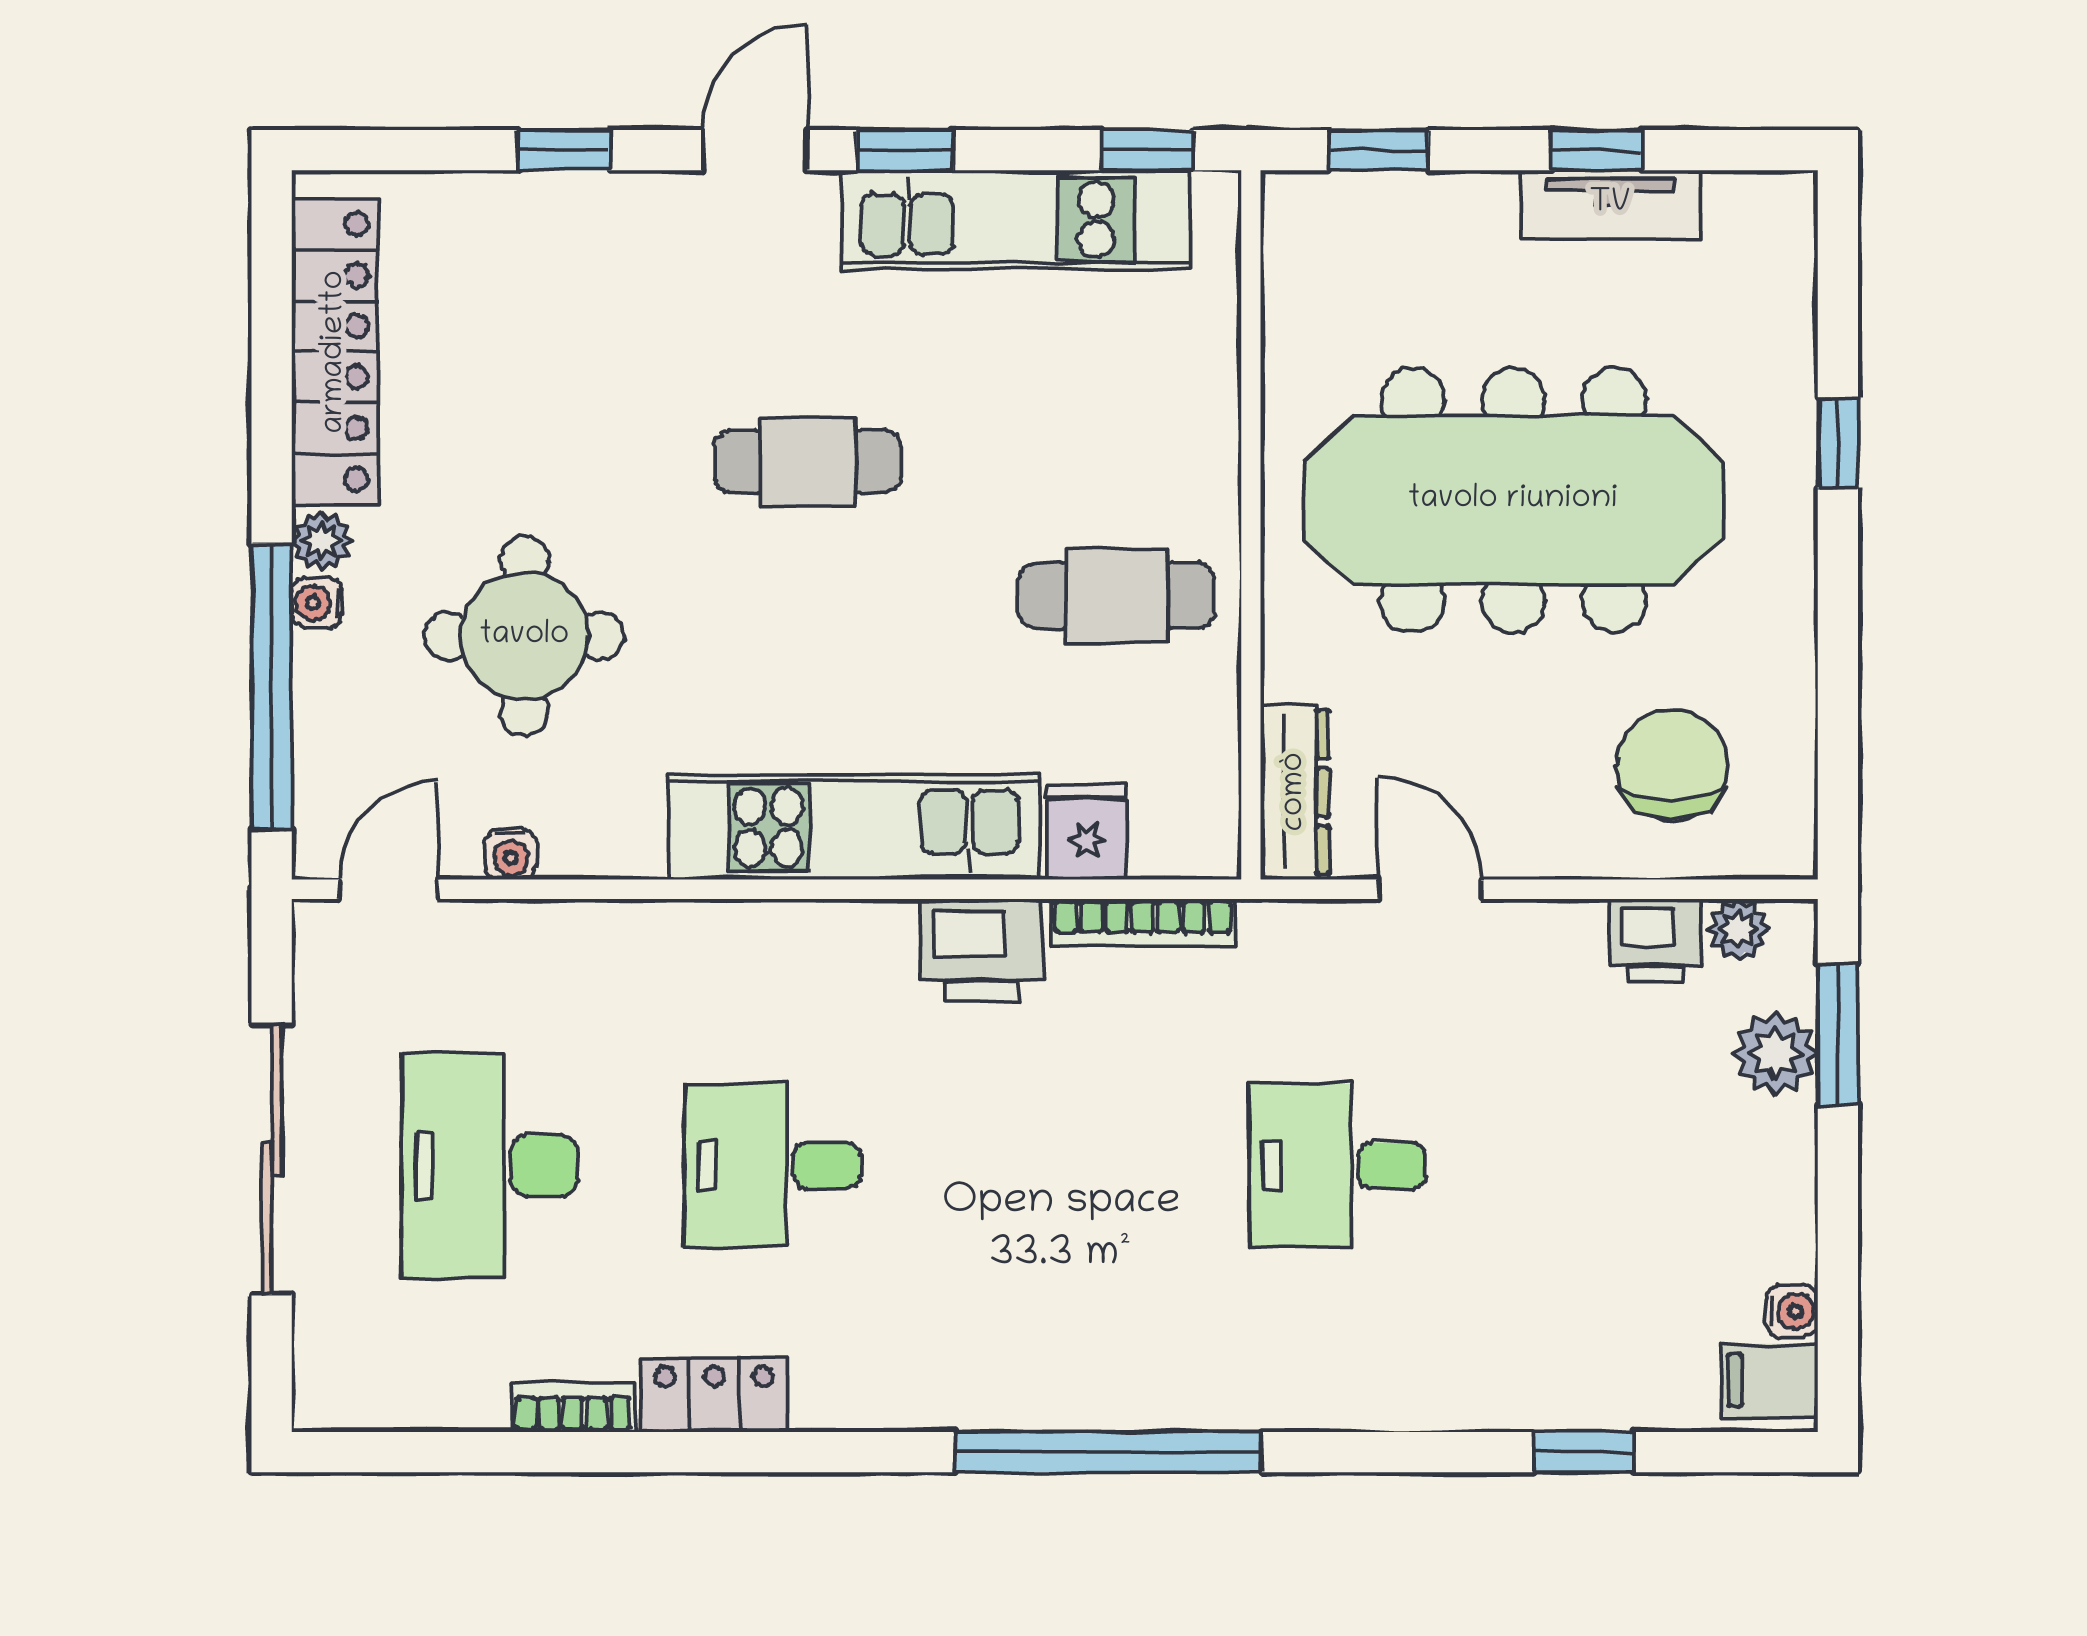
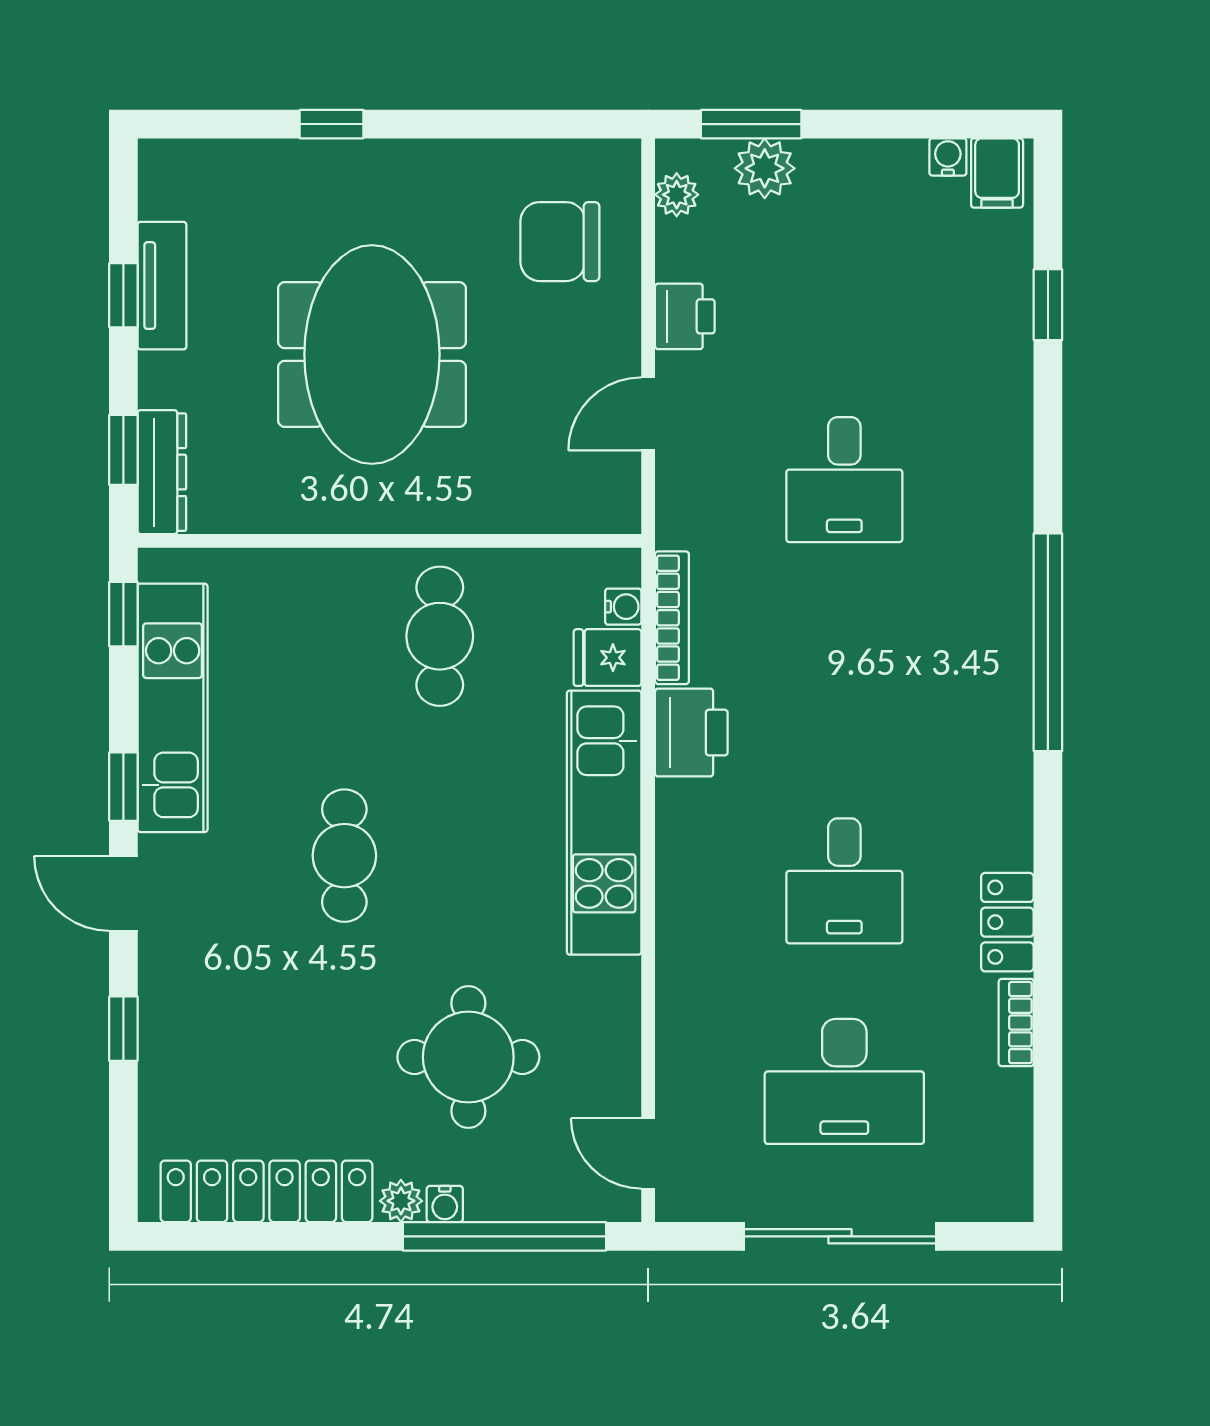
meeting table: (1513, 500) -> (372, 354), width x0.73
dresser: (1295, 792) -> (162, 472), moved, turned 90
water cooler: (511, 854) -> (623, 607), moved
printer: (1655, 941) -> (685, 316), moved

